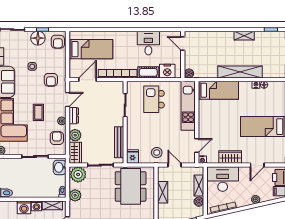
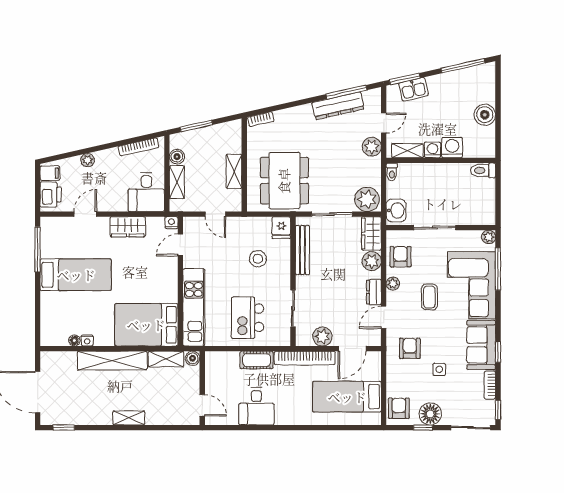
shelving: (244, 36) -> (129, 418), moved
nightstand: (167, 71) -> (227, 362), removed
shelving: (206, 73) -> (166, 359), added
plant: (106, 87) -> (322, 336), added
bed: (218, 90) -> (146, 325), width x1.50
kitchen island: (154, 99) -> (248, 318), turned 180
armchair: (57, 138) -> (400, 257), turned 180
stool: (157, 153) -> (258, 259), moved
desk: (223, 179) -> (146, 192), width x0.73
plant: (75, 195) -> (372, 147), moved

